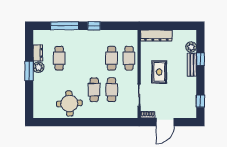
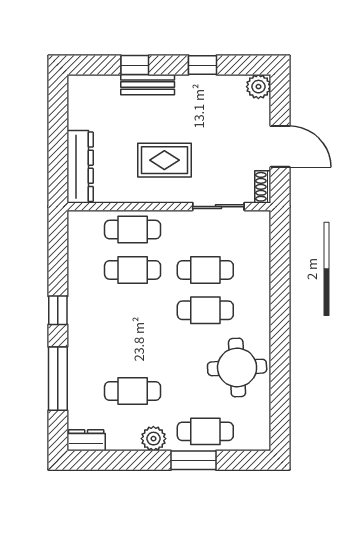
plant: (191, 47) -> (258, 87), moved
dresser: (38, 53) -> (86, 440), moved
window: (29, 71) -> (193, 460), moved
cafe table: (42, 90) -> (205, 431), added
window: (200, 101) -> (202, 65), moved

